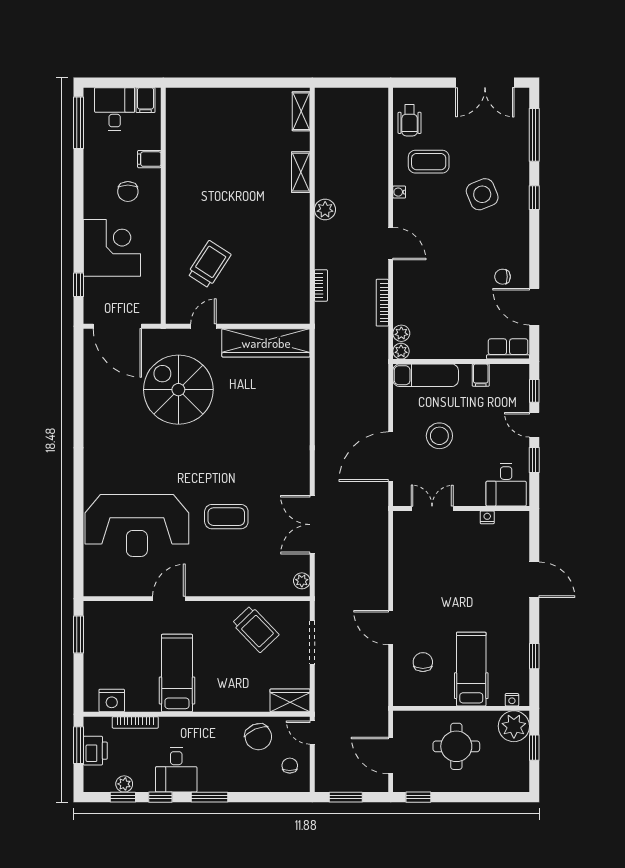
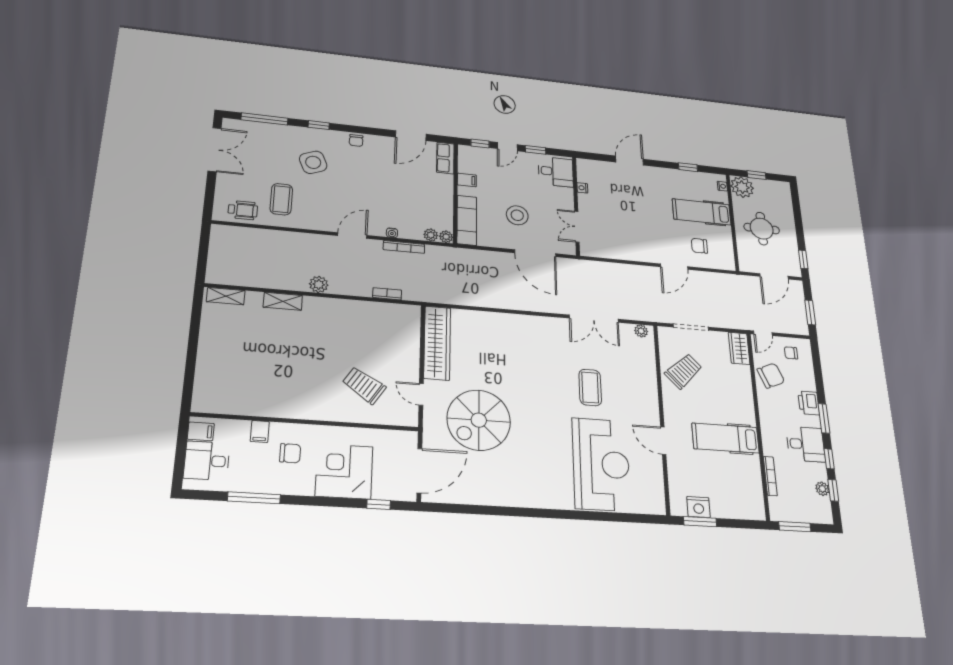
window: (78, 123) -> (254, 498), moved
water cooler: (399, 192) -> (392, 233), moved
chair: (503, 277) -> (356, 140), moved
nightstand: (112, 701) -> (699, 507), moved, turned 90
printer: (95, 751) -> (809, 403), moved, turned -90

